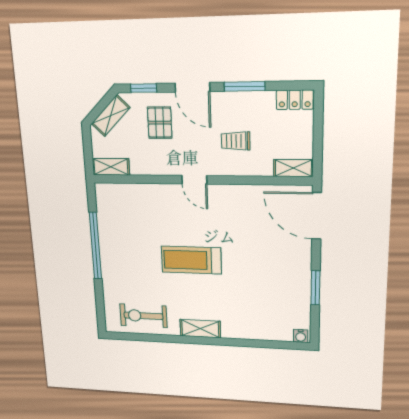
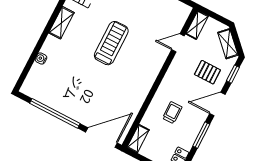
door: (194, 180) -> (178, 43), moved
window: (315, 288) -> (55, 113), width x2.11
water cooler: (301, 336) -> (41, 58), moved

